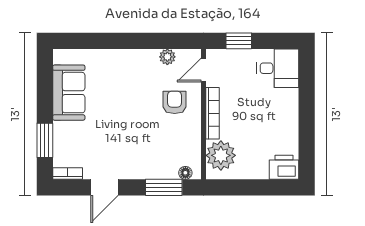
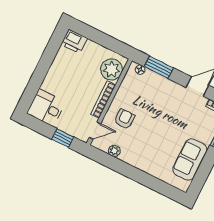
armchair: (175, 102) -> (124, 119), turned 180

